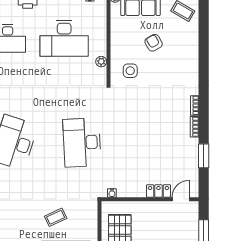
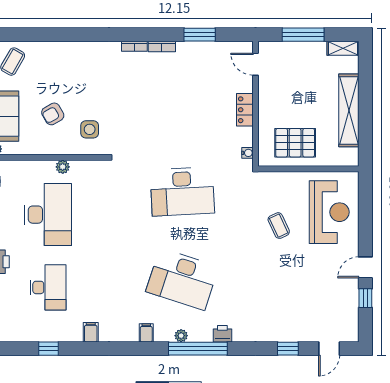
armchair: (154, 43) -> (53, 114), moved
plant: (101, 62) -> (63, 167), moved
locker: (158, 191) -> (245, 110), moved

